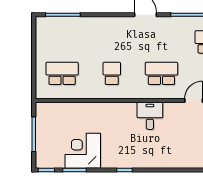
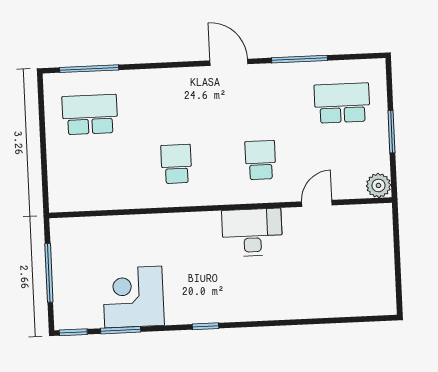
school desk: (62, 73) -> (90, 114), moved
school desk: (161, 73) -> (260, 160), width x0.54
desk: (150, 116) -> (252, 232), width x1.37

